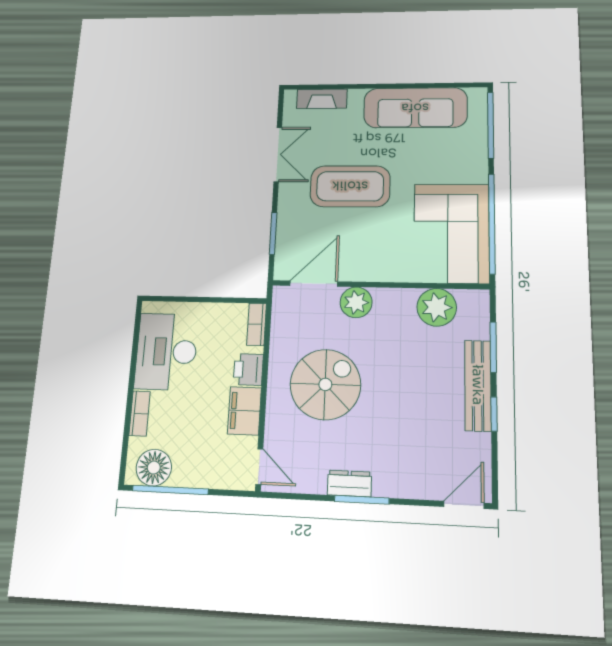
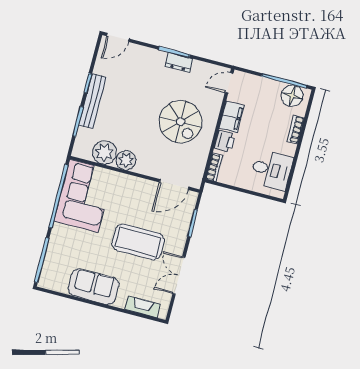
sofa: (415, 108) -> (93, 287), width x0.73
plant: (356, 302) -> (126, 160), moved
desk: (166, 351) -> (271, 170), width x0.73
spiral stairs: (325, 384) -> (180, 122), turned -90
door: (259, 467) -> (229, 83), hinge flipped

